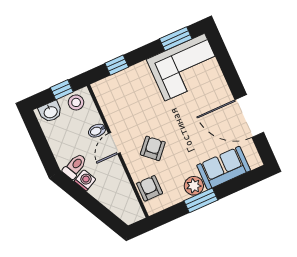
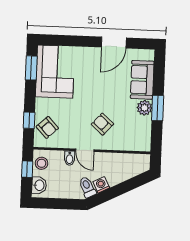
door: (249, 116) -> (114, 42), width x0.73
armchair: (150, 188) -> (47, 127), moved, turned -133

